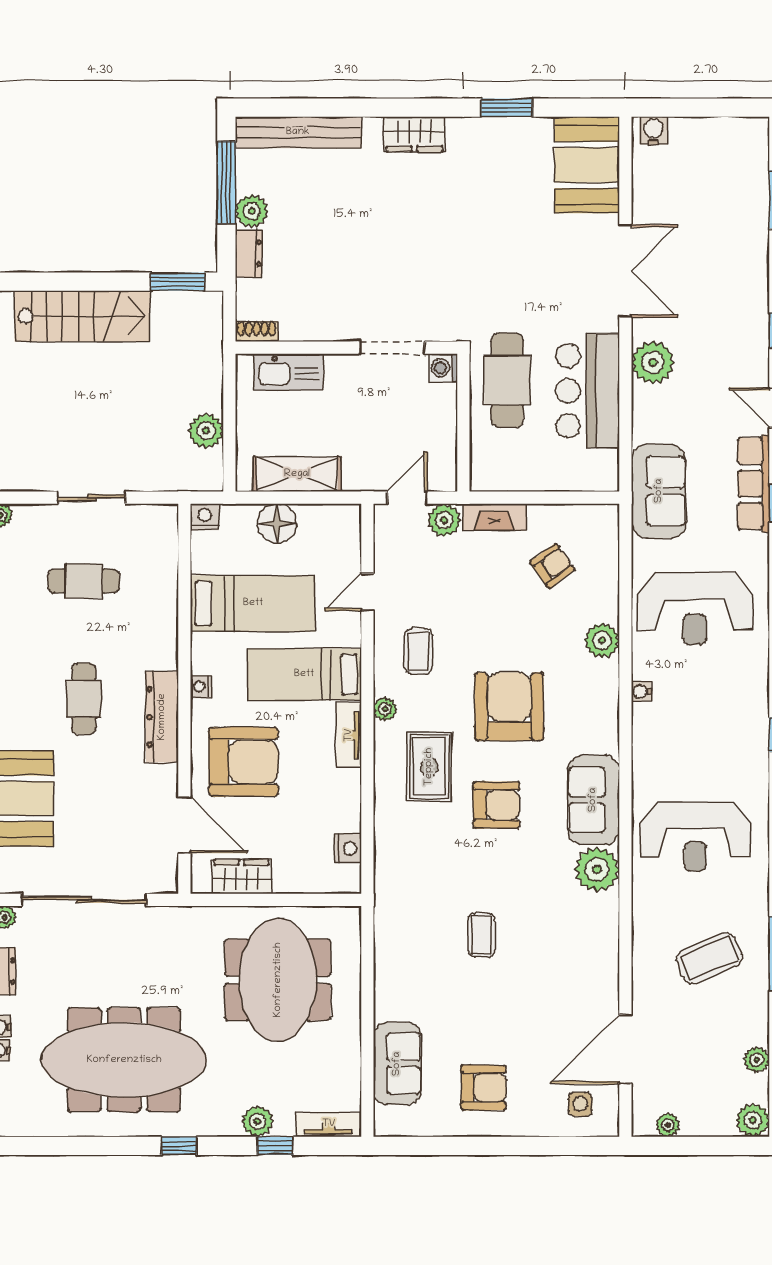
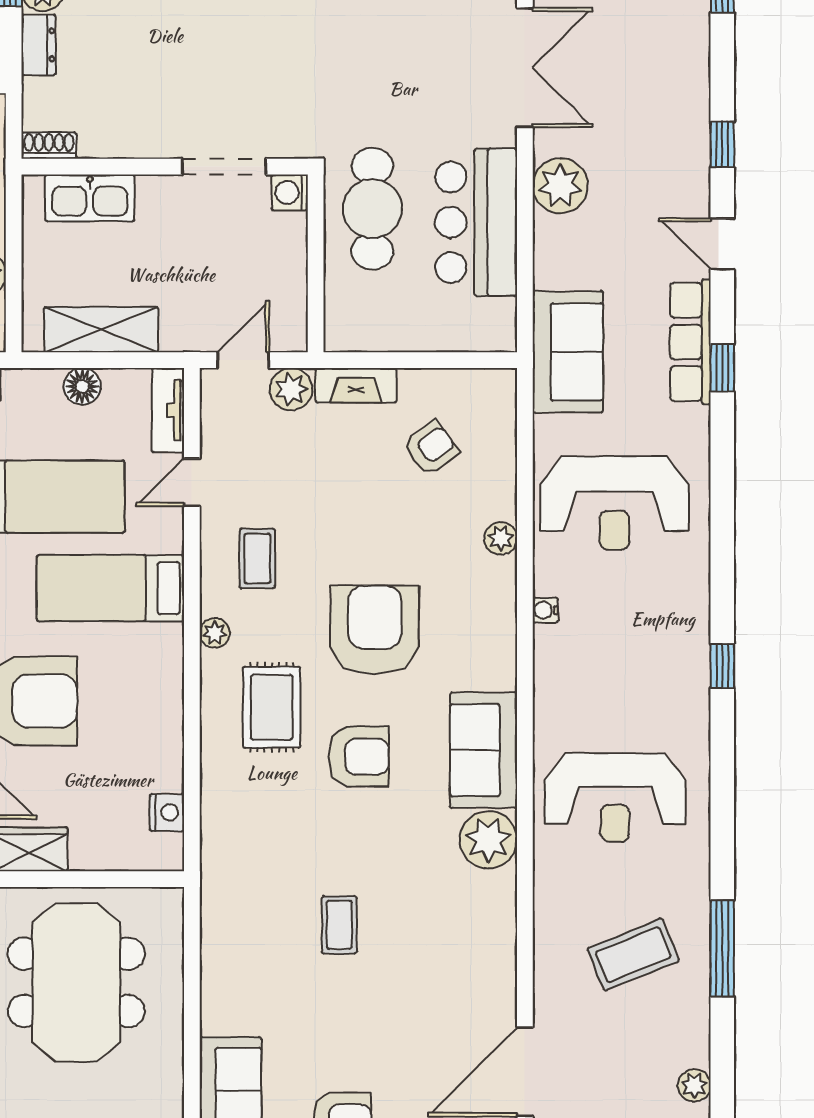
floor lamp: (277, 523) -> (82, 386), width x0.73, depth x0.73
plant: (602, 640) -> (501, 538), width x0.73, depth x0.73
tv unit: (349, 735) -> (168, 410), moved

